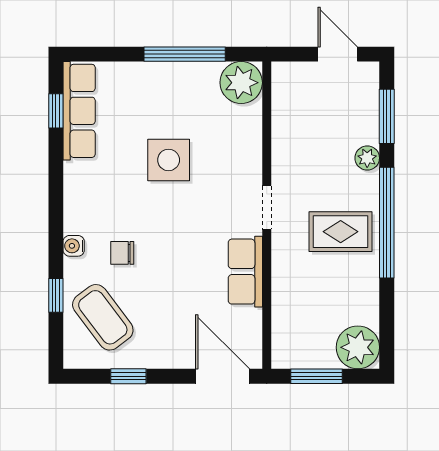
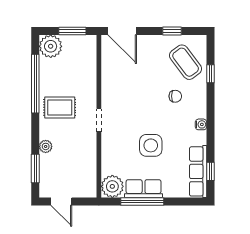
window: (387, 223) -> (35, 84), moved
water cooler: (74, 246) -> (201, 124), moved
row of seats: (245, 272) -> (144, 189), moved, turned -90

